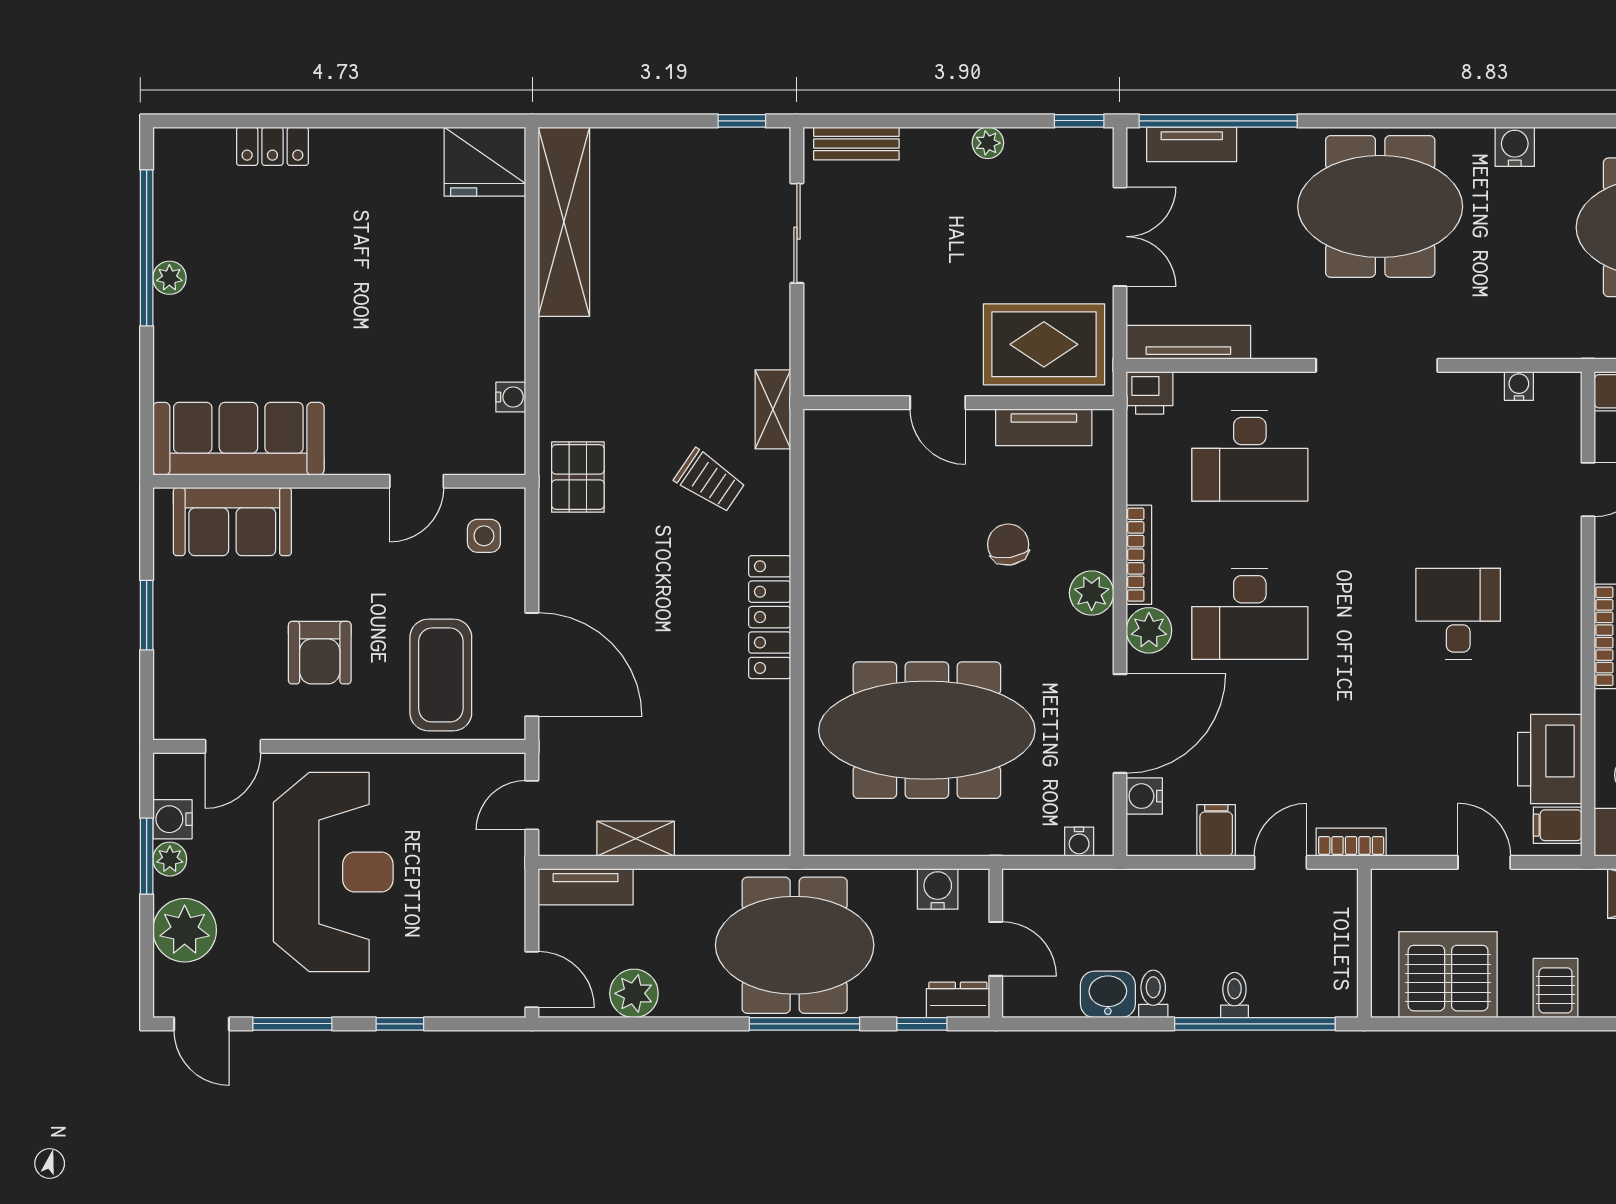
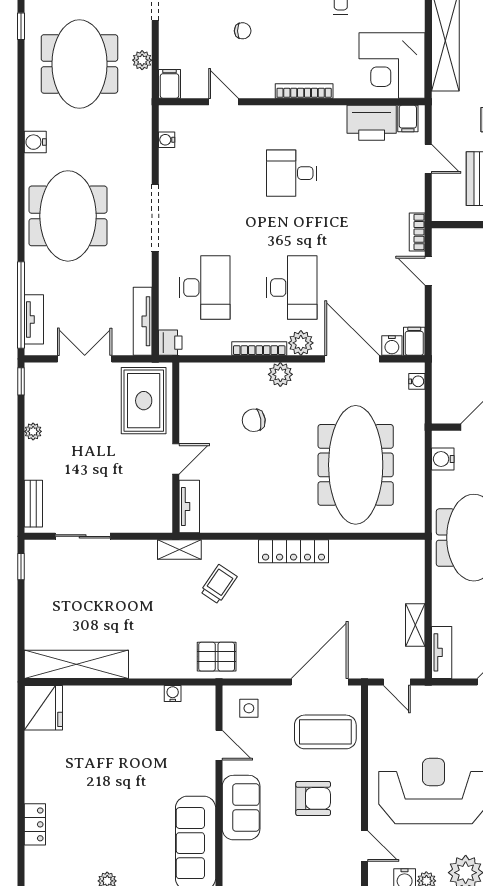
tv unit: (1044, 427) -> (189, 506), moved
sofa: (232, 522) -> (241, 808), moved
filing cabinet: (1216, 830) -> (414, 341), moved, turned 90
door: (1484, 862) -> (428, 159), swing flipped

